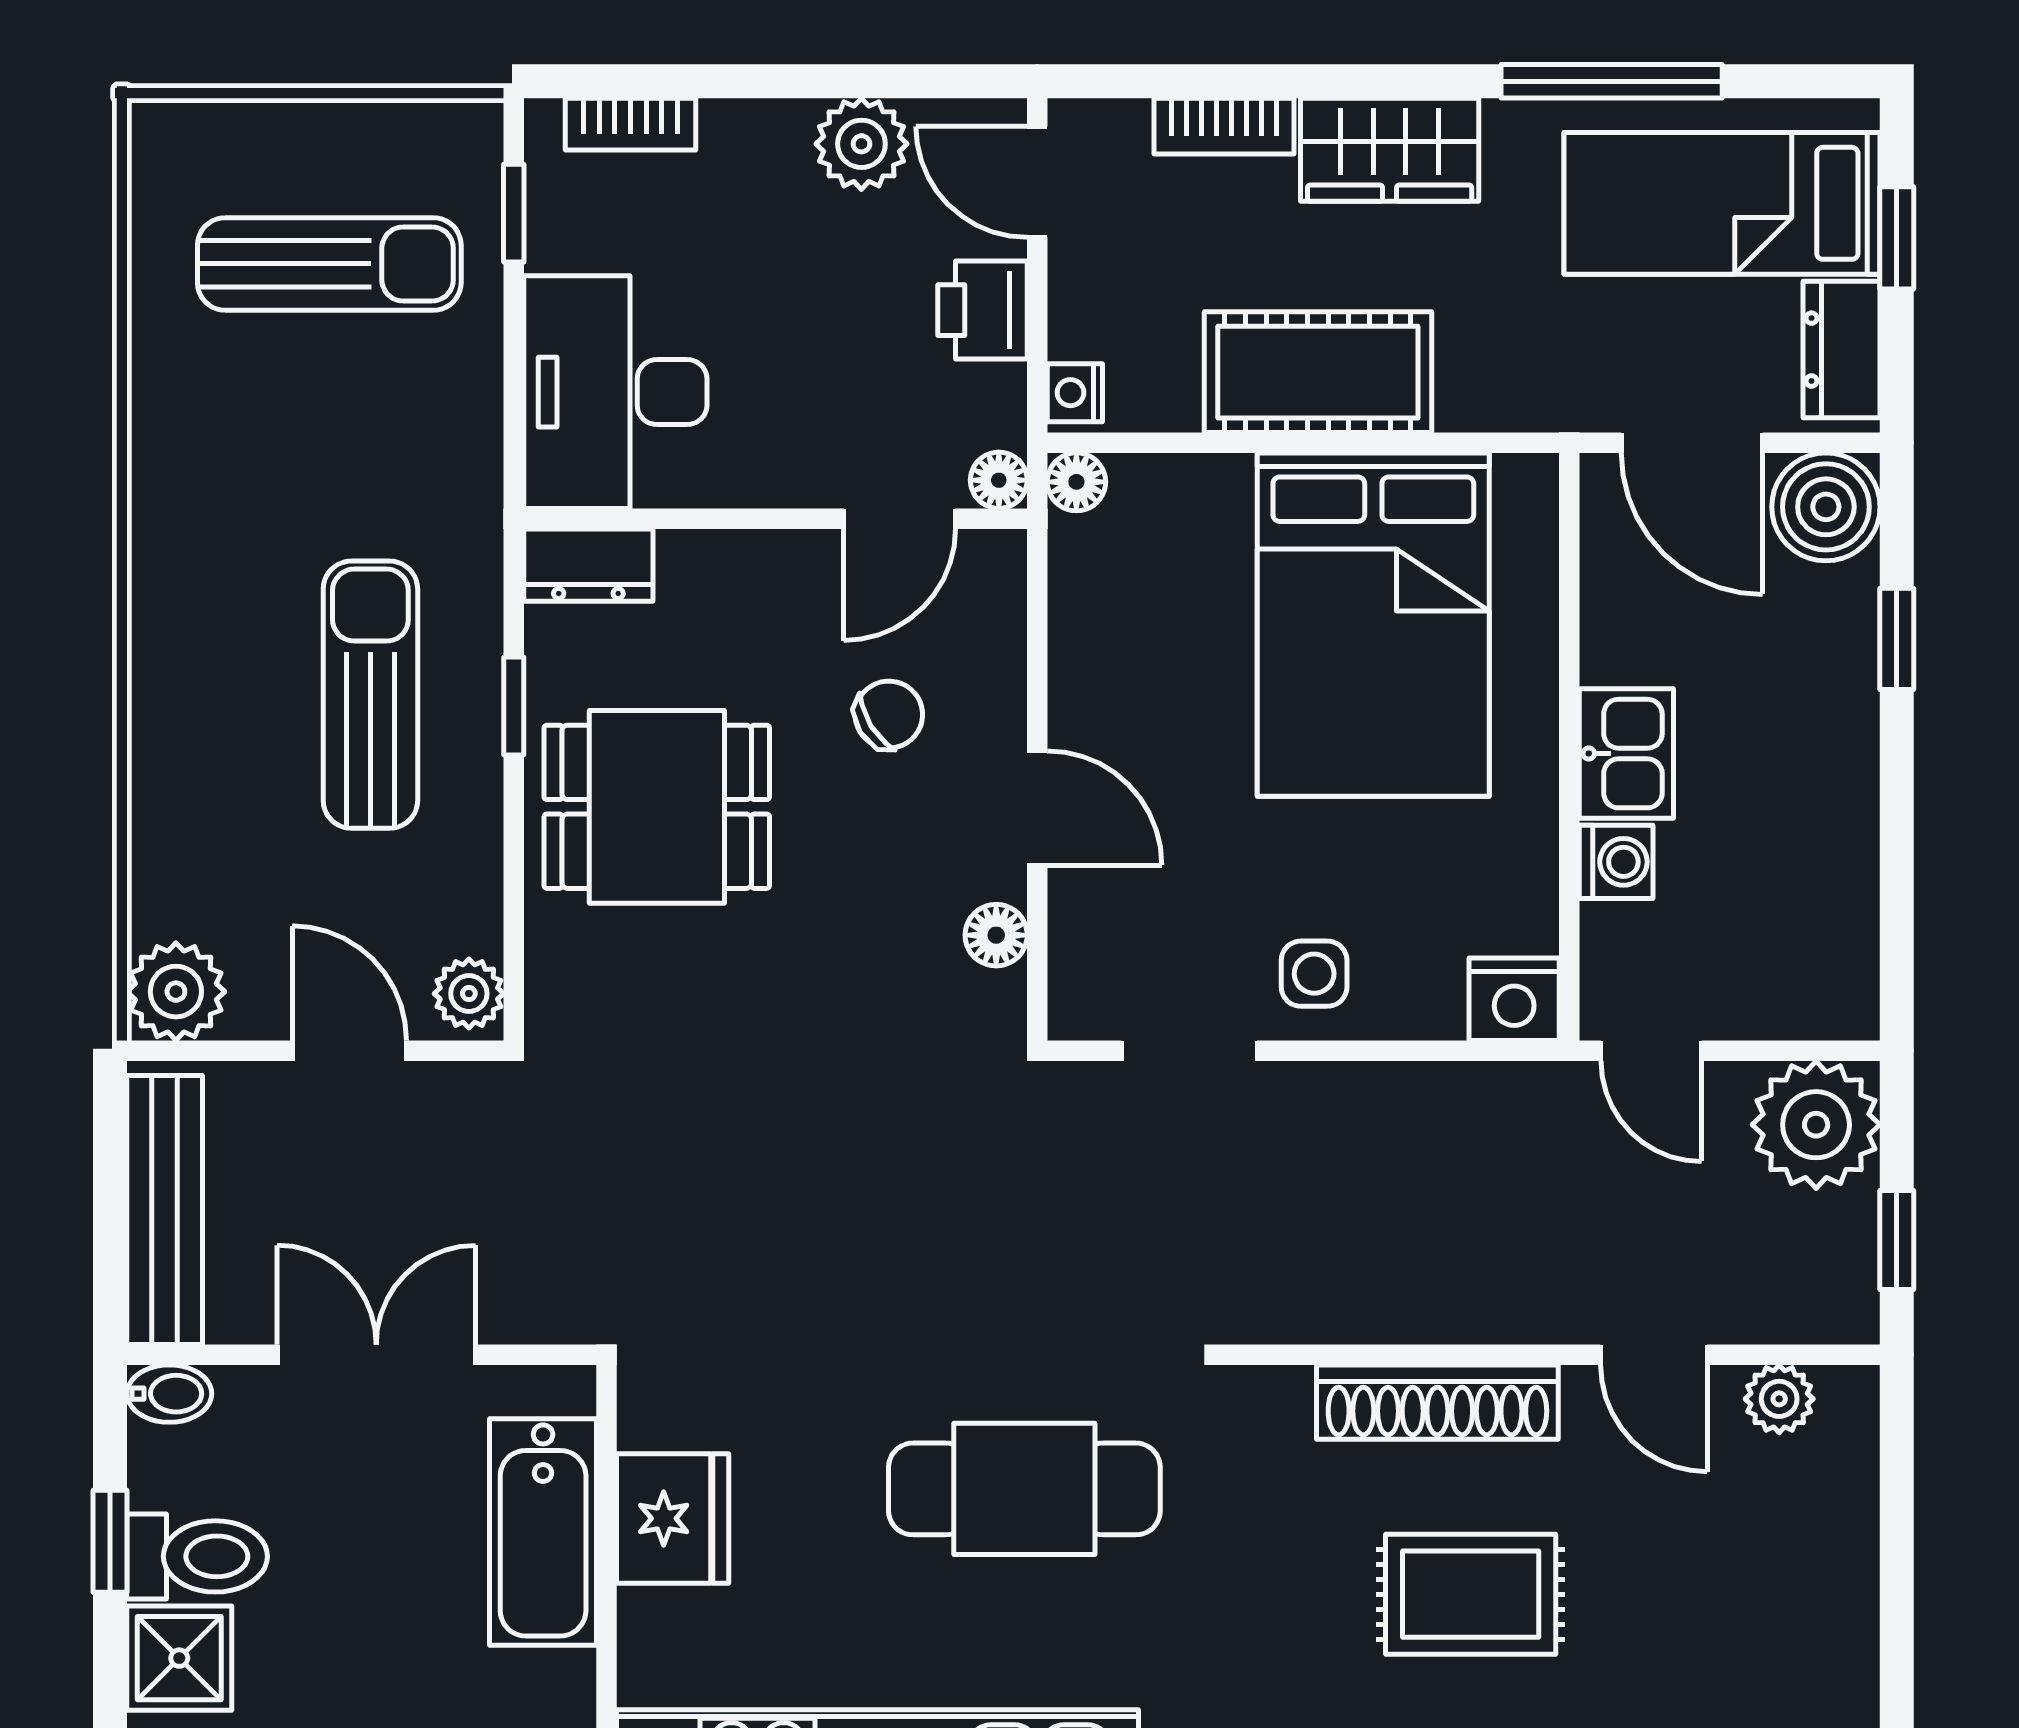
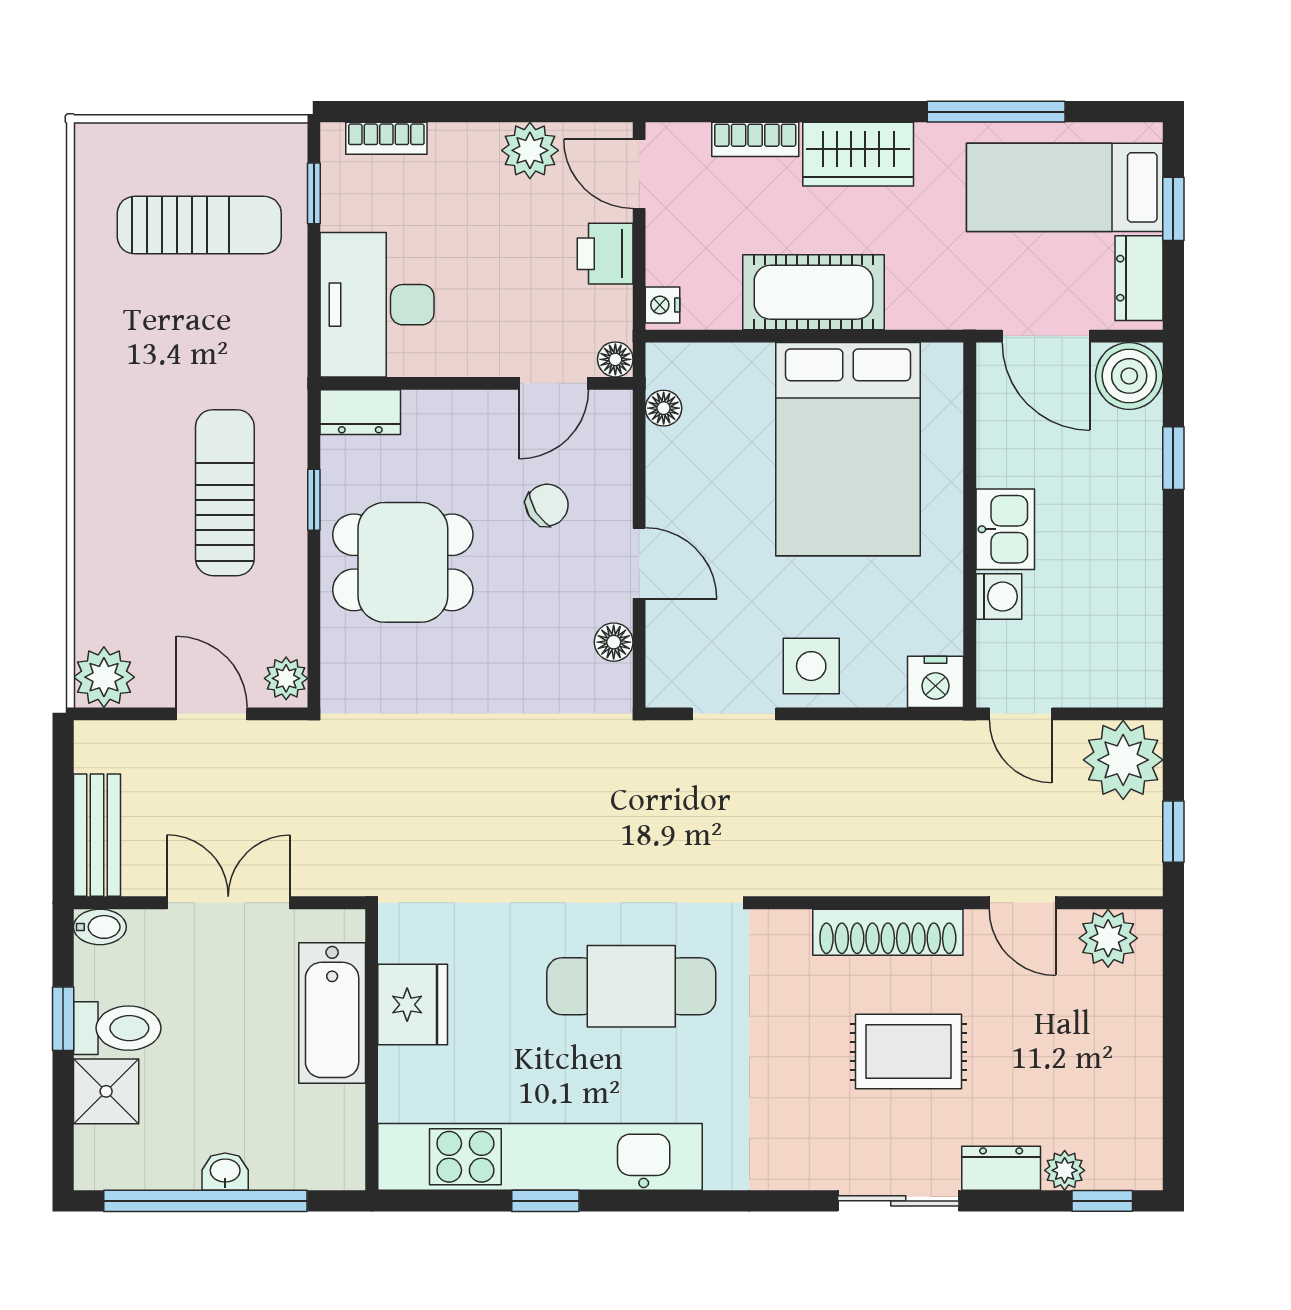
floor lamp: (1076, 482) -> (664, 408), moved
side table: (1314, 974) -> (811, 666), width x1.37, depth x1.37
bench: (165, 1210) -> (97, 835), width x0.73
plant: (1779, 1399) -> (1108, 938), width x1.38, depth x1.38

